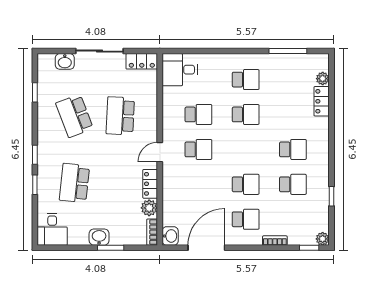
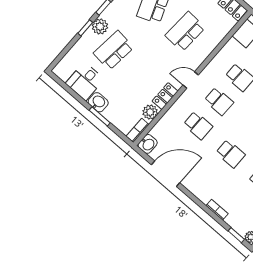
plant: (46, 173) -> (100, 26), added
school desk: (246, 219) -> (198, 125), moved
desk: (52, 229) -> (85, 81), moved

